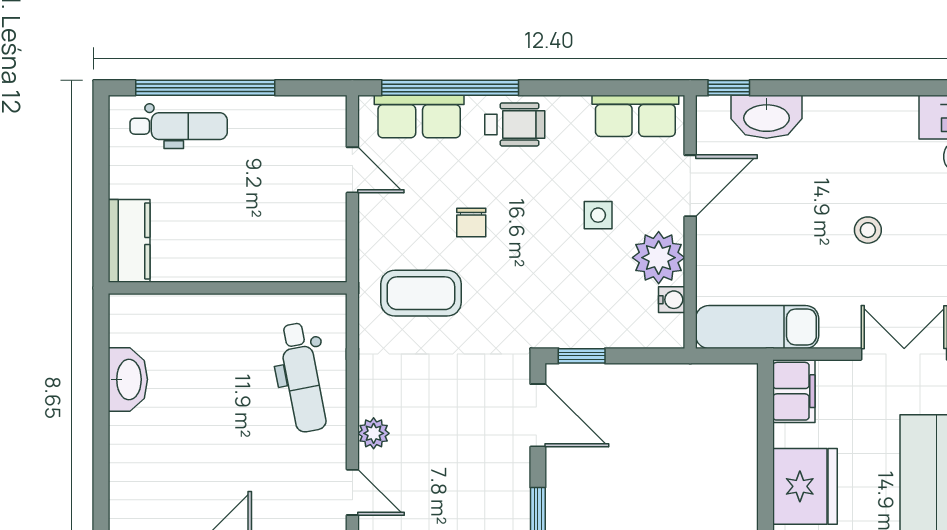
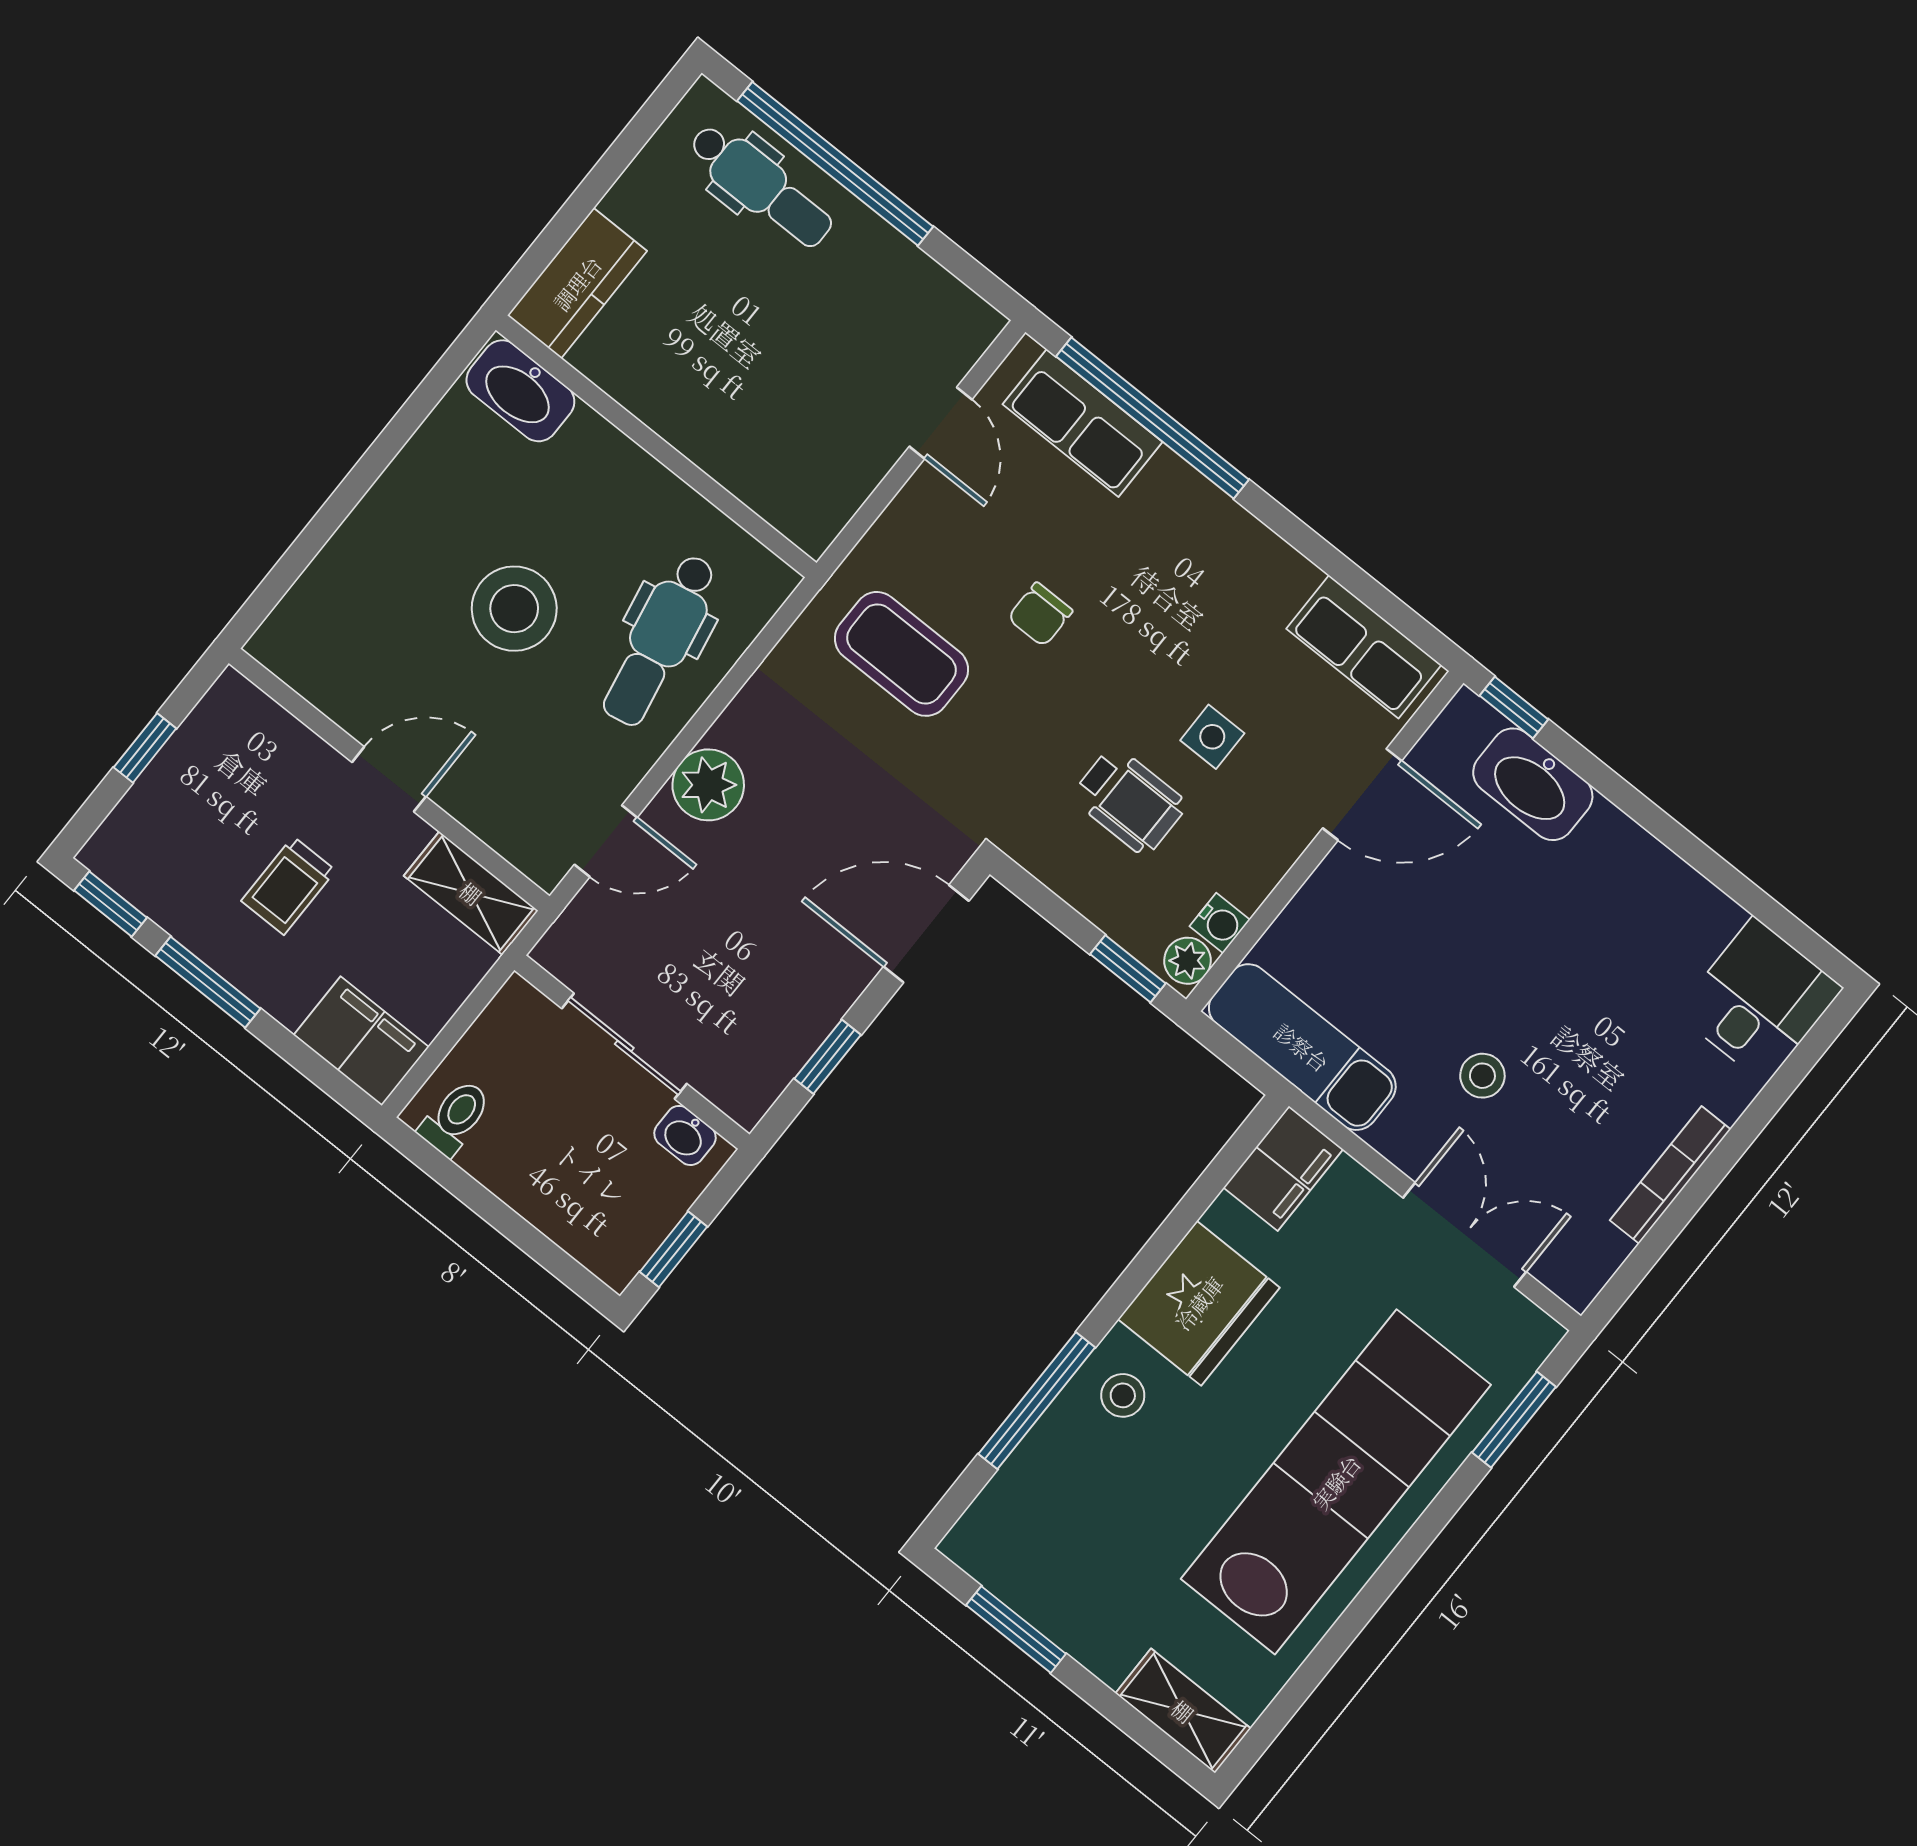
wheelchair: (515, 124) -> (1129, 801), moved
stool: (868, 230) -> (1482, 1076), moved
plant: (659, 258) -> (1187, 961), moved, width x0.53, depth x0.53
window: (582, 356) -> (1128, 969), moved
washbasin: (128, 379) -> (520, 391), moved, turned 90
door: (538, 415) -> (926, 934), swing flipped
stool: (222, 418) -> (514, 609), added
plant: (374, 433) -> (708, 785), width x1.38, depth x1.38
door: (352, 492) -> (606, 841), hinge flipped

